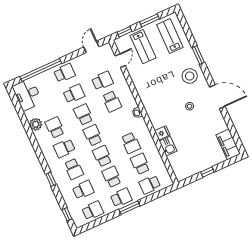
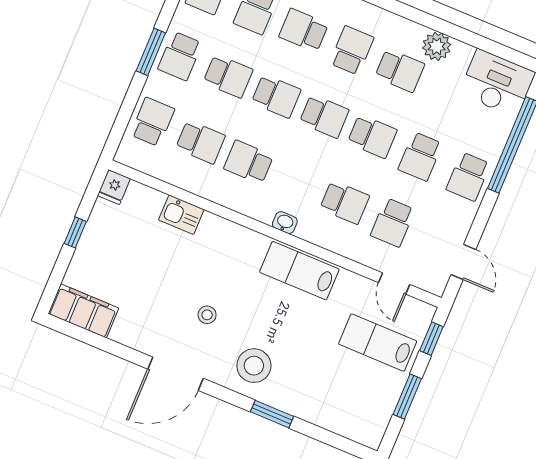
lab bench: (170, 36) -> (299, 271), moved, turned 180
school desk: (112, 101) -> (345, 202), turned 180
fridge: (162, 133) -> (114, 187), moved

